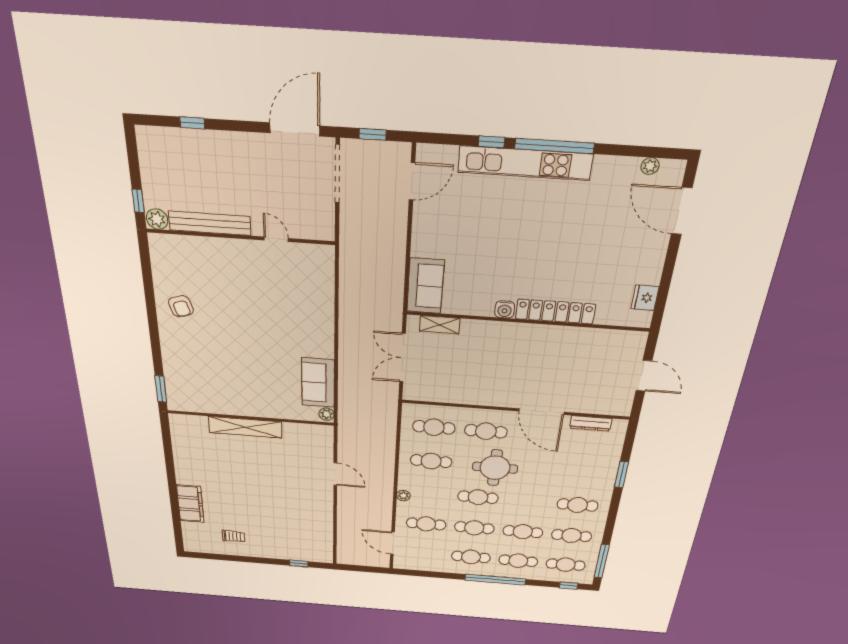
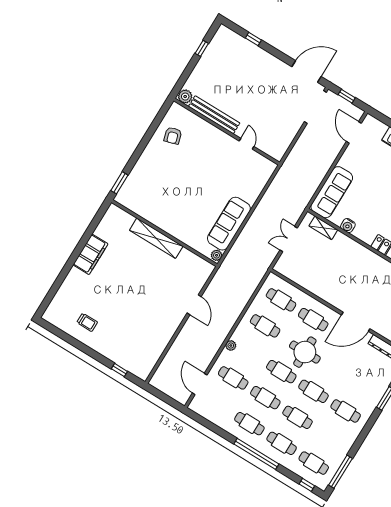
door: (412, 181) -> (354, 132), swing flipped
window: (138, 201) -> (202, 48), moved
plant: (157, 219) -> (185, 97), moved
bench: (210, 223) -> (214, 115), moved
wall: (240, 237) -> (227, 132), moved
door: (276, 239) -> (247, 144), moved
sofa: (425, 286) -> (332, 192), width x1.36
water cooler: (505, 309) -> (348, 226), moved
double door: (402, 358) -> (289, 239), width x0.73
sofa: (318, 383) -> (229, 224), width x1.36
door: (541, 412) -> (356, 322), hinge flipped
filing cabinet: (190, 504) -> (90, 254), moved
cafe table: (571, 536) -> (313, 391), moved

